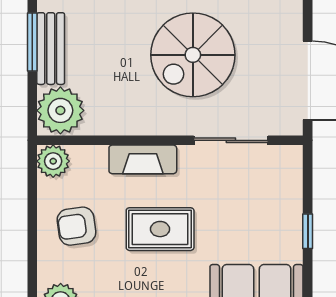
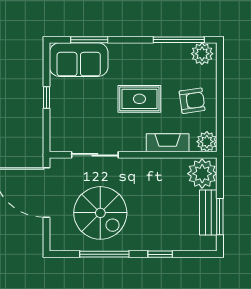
spiral stairs: (193, 55) -> (100, 213), moved, turned 90
fireplace: (143, 159) -> (168, 143), moved

